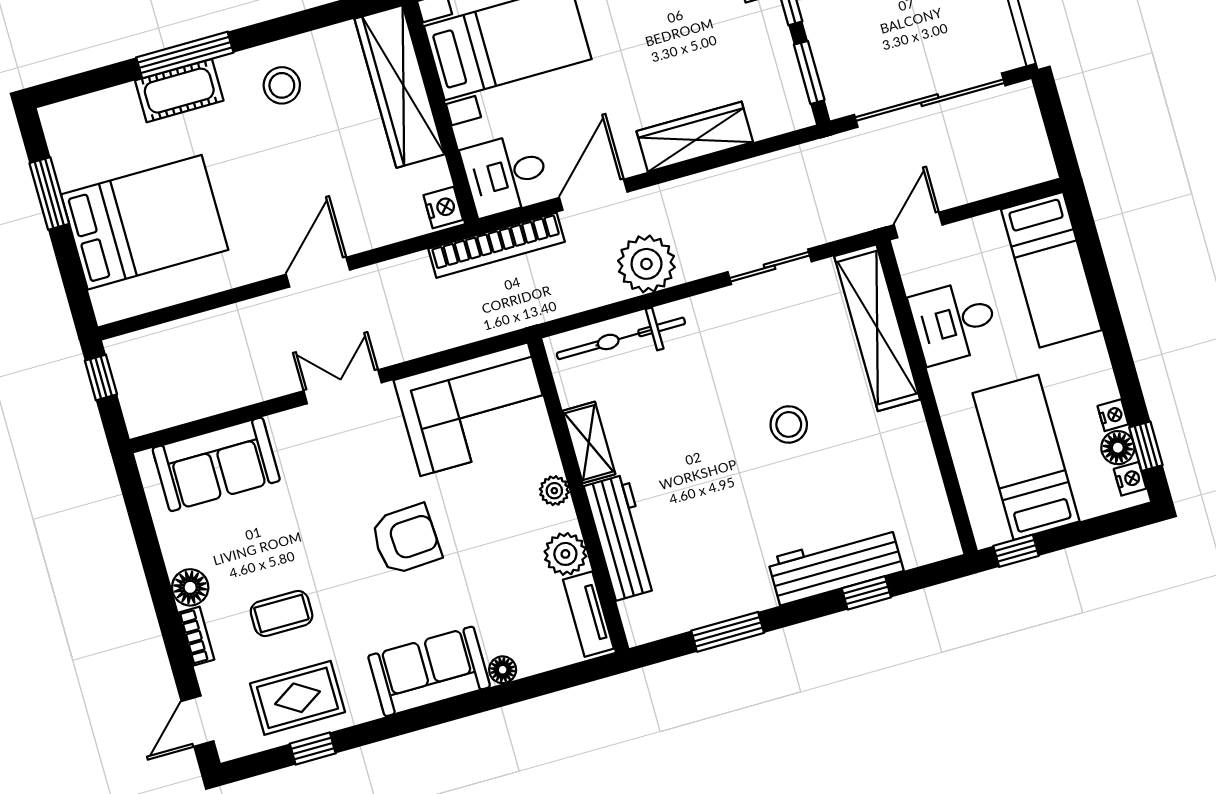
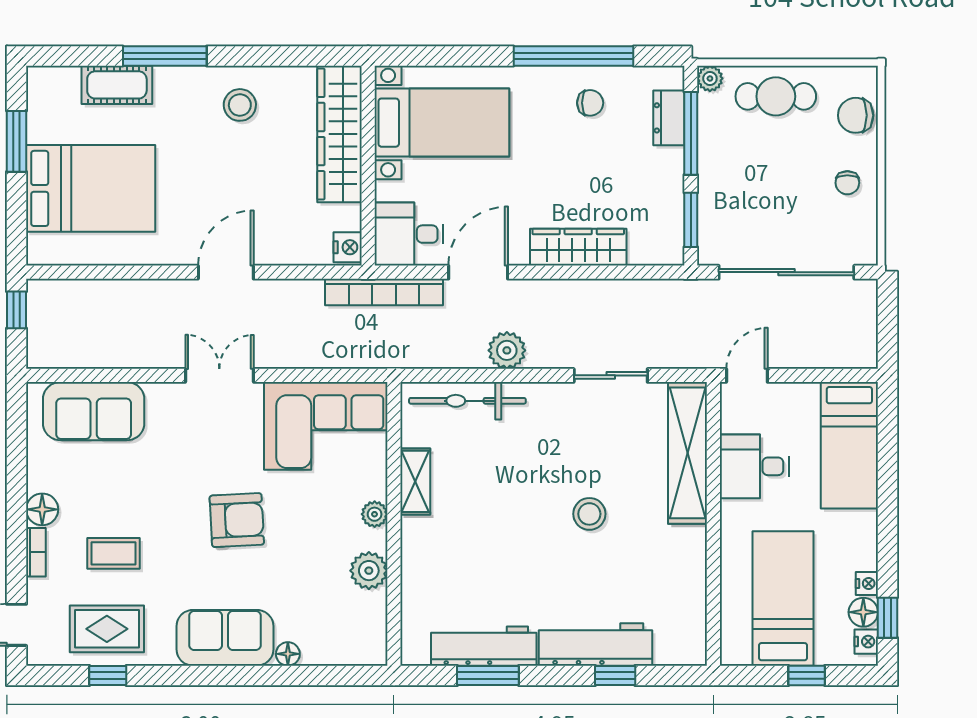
cot: (179, 91) -> (117, 85), moved
plant: (646, 264) -> (507, 350), width x0.73, depth x0.73
workbench: (621, 537) -> (484, 646), moved, turned -90
window: (1016, 551) -> (807, 675), moved
tv unit: (588, 614) -> (374, 627), removed

